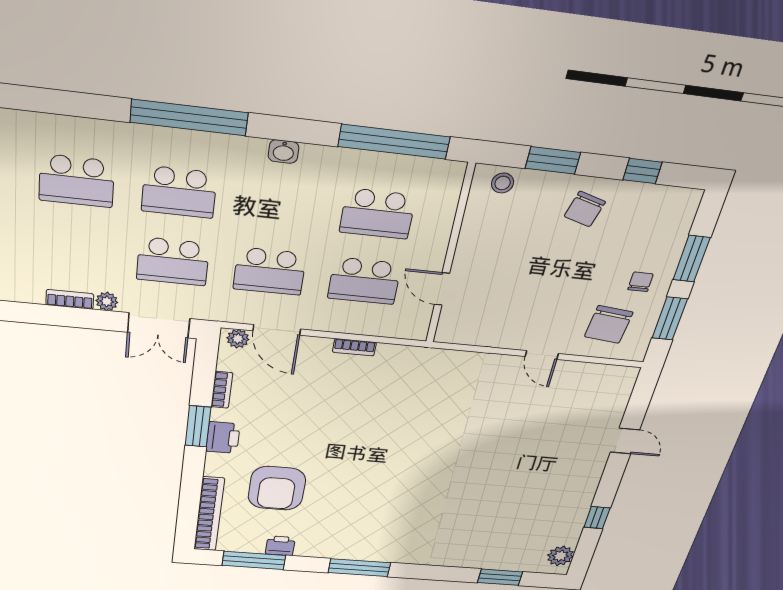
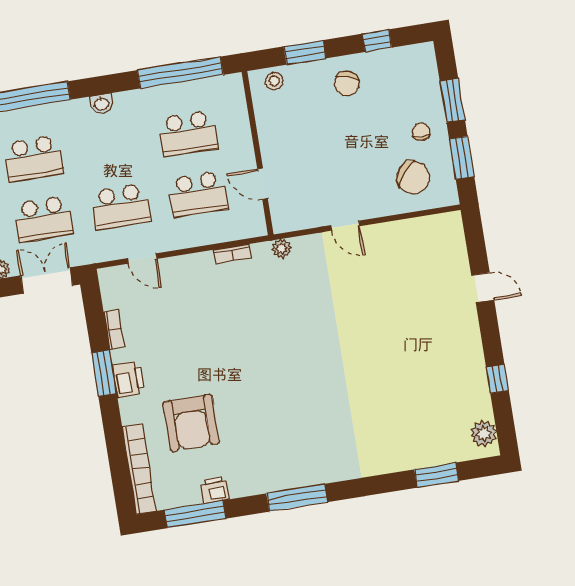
chair: (609, 324) -> (413, 177), turned -57
double door: (159, 325) -> (47, 281), swing flipped
door: (277, 330) -> (142, 259), width x0.73
plant: (238, 339) -> (282, 248), moved
bookcase: (354, 347) -> (233, 254), moved
door: (542, 355) -> (345, 226), moved

